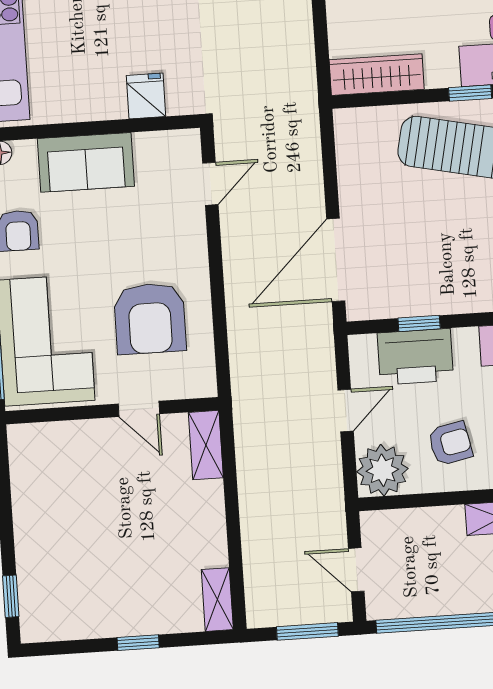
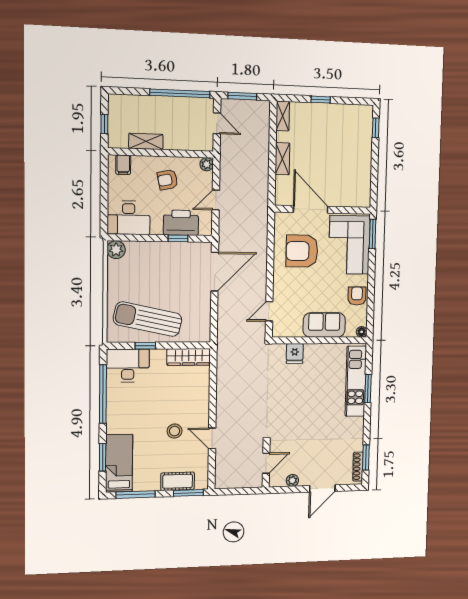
armchair: (150, 318) -> (302, 251), turned -90
door: (139, 409) -> (311, 209), width x1.87
shelving: (206, 445) -> (282, 159), moved
plant: (382, 470) -> (207, 164), width x0.53, depth x0.53

